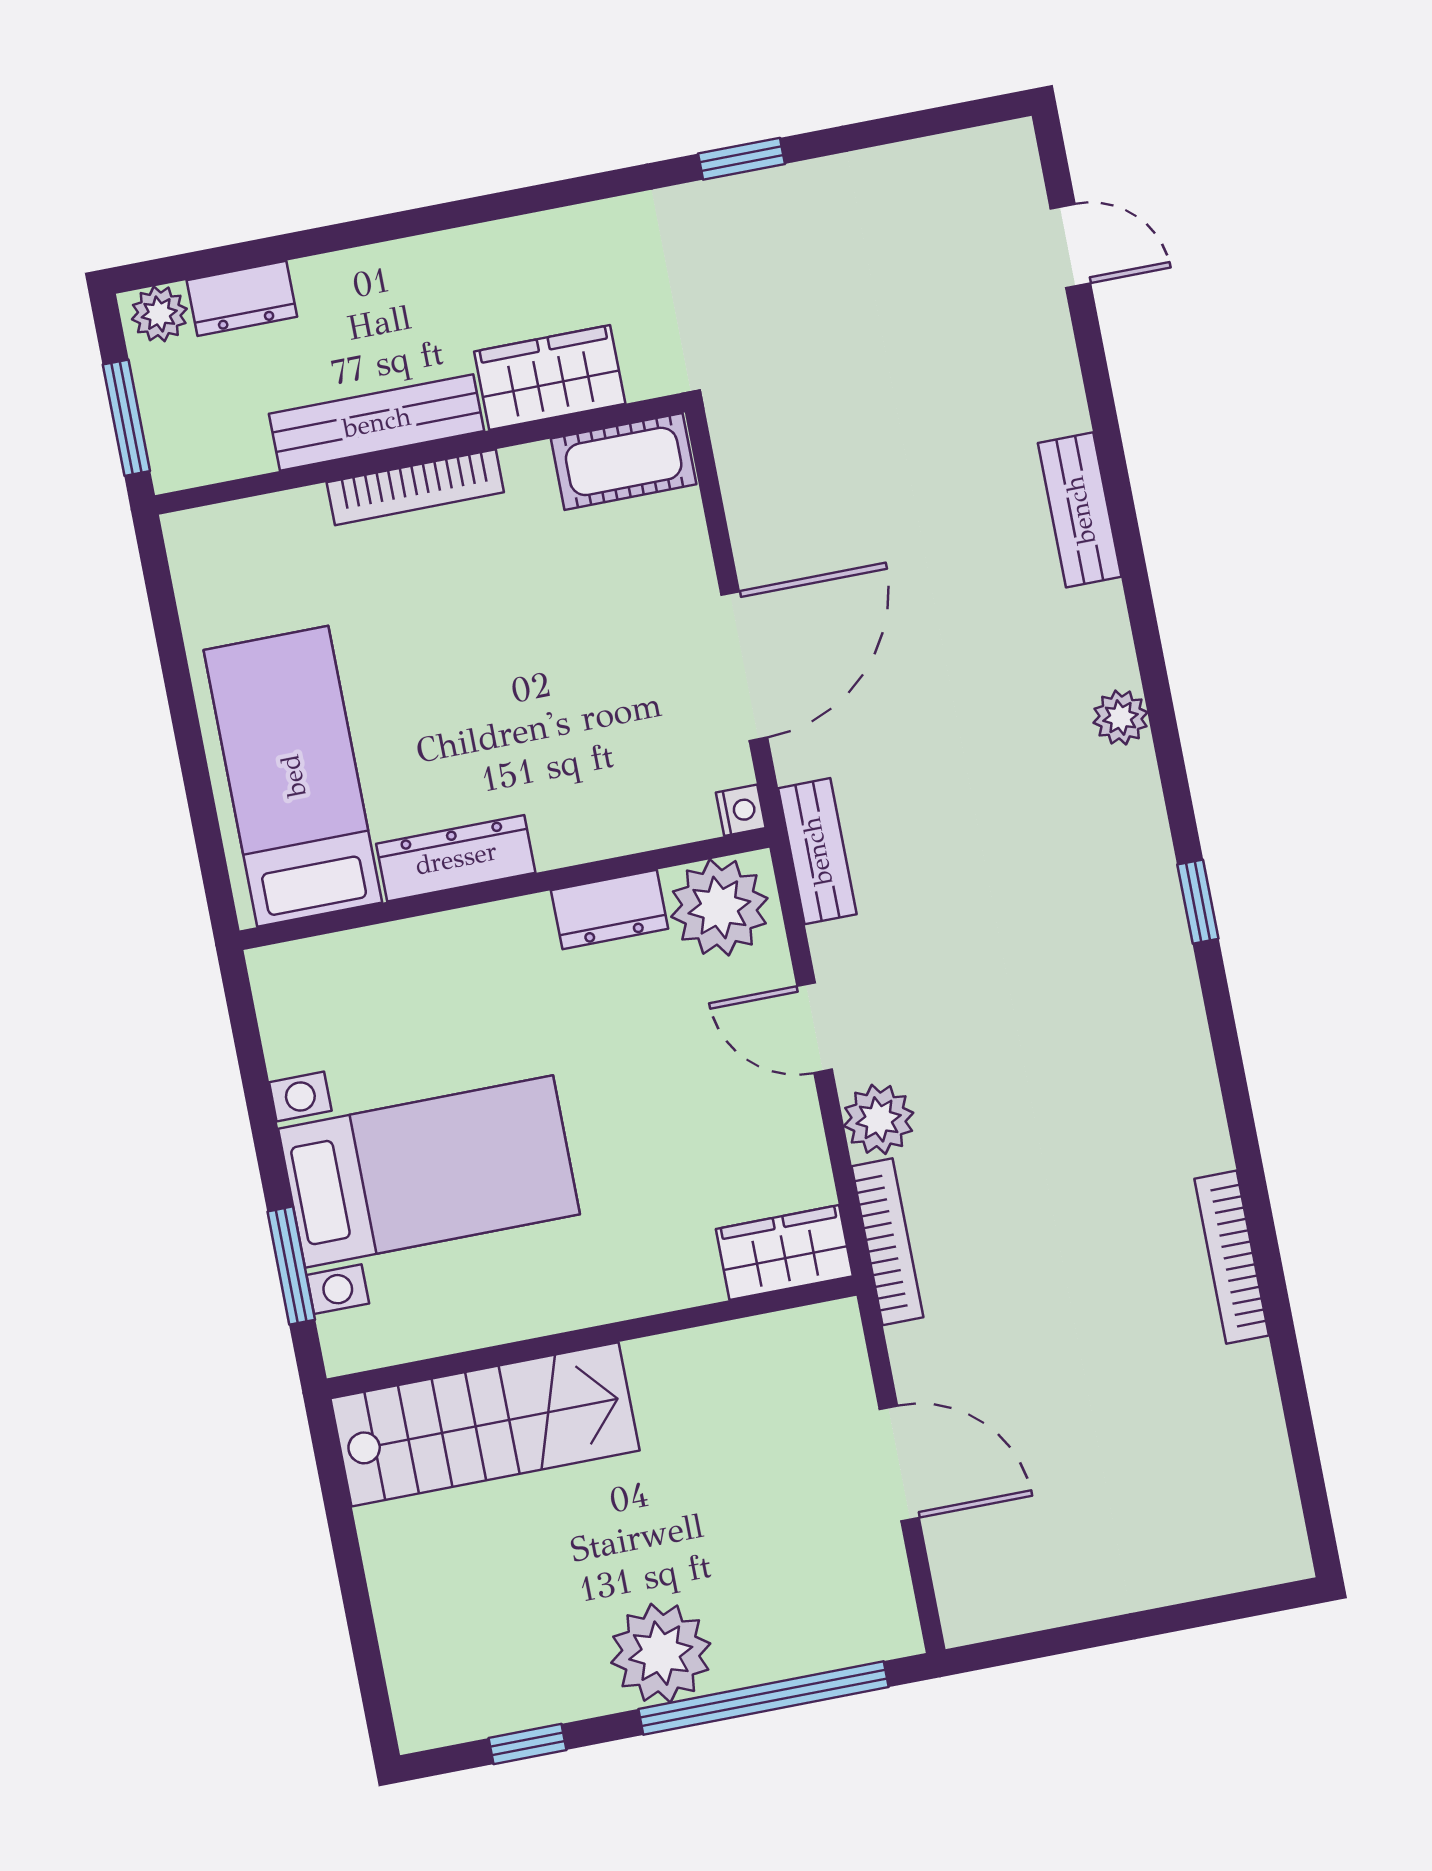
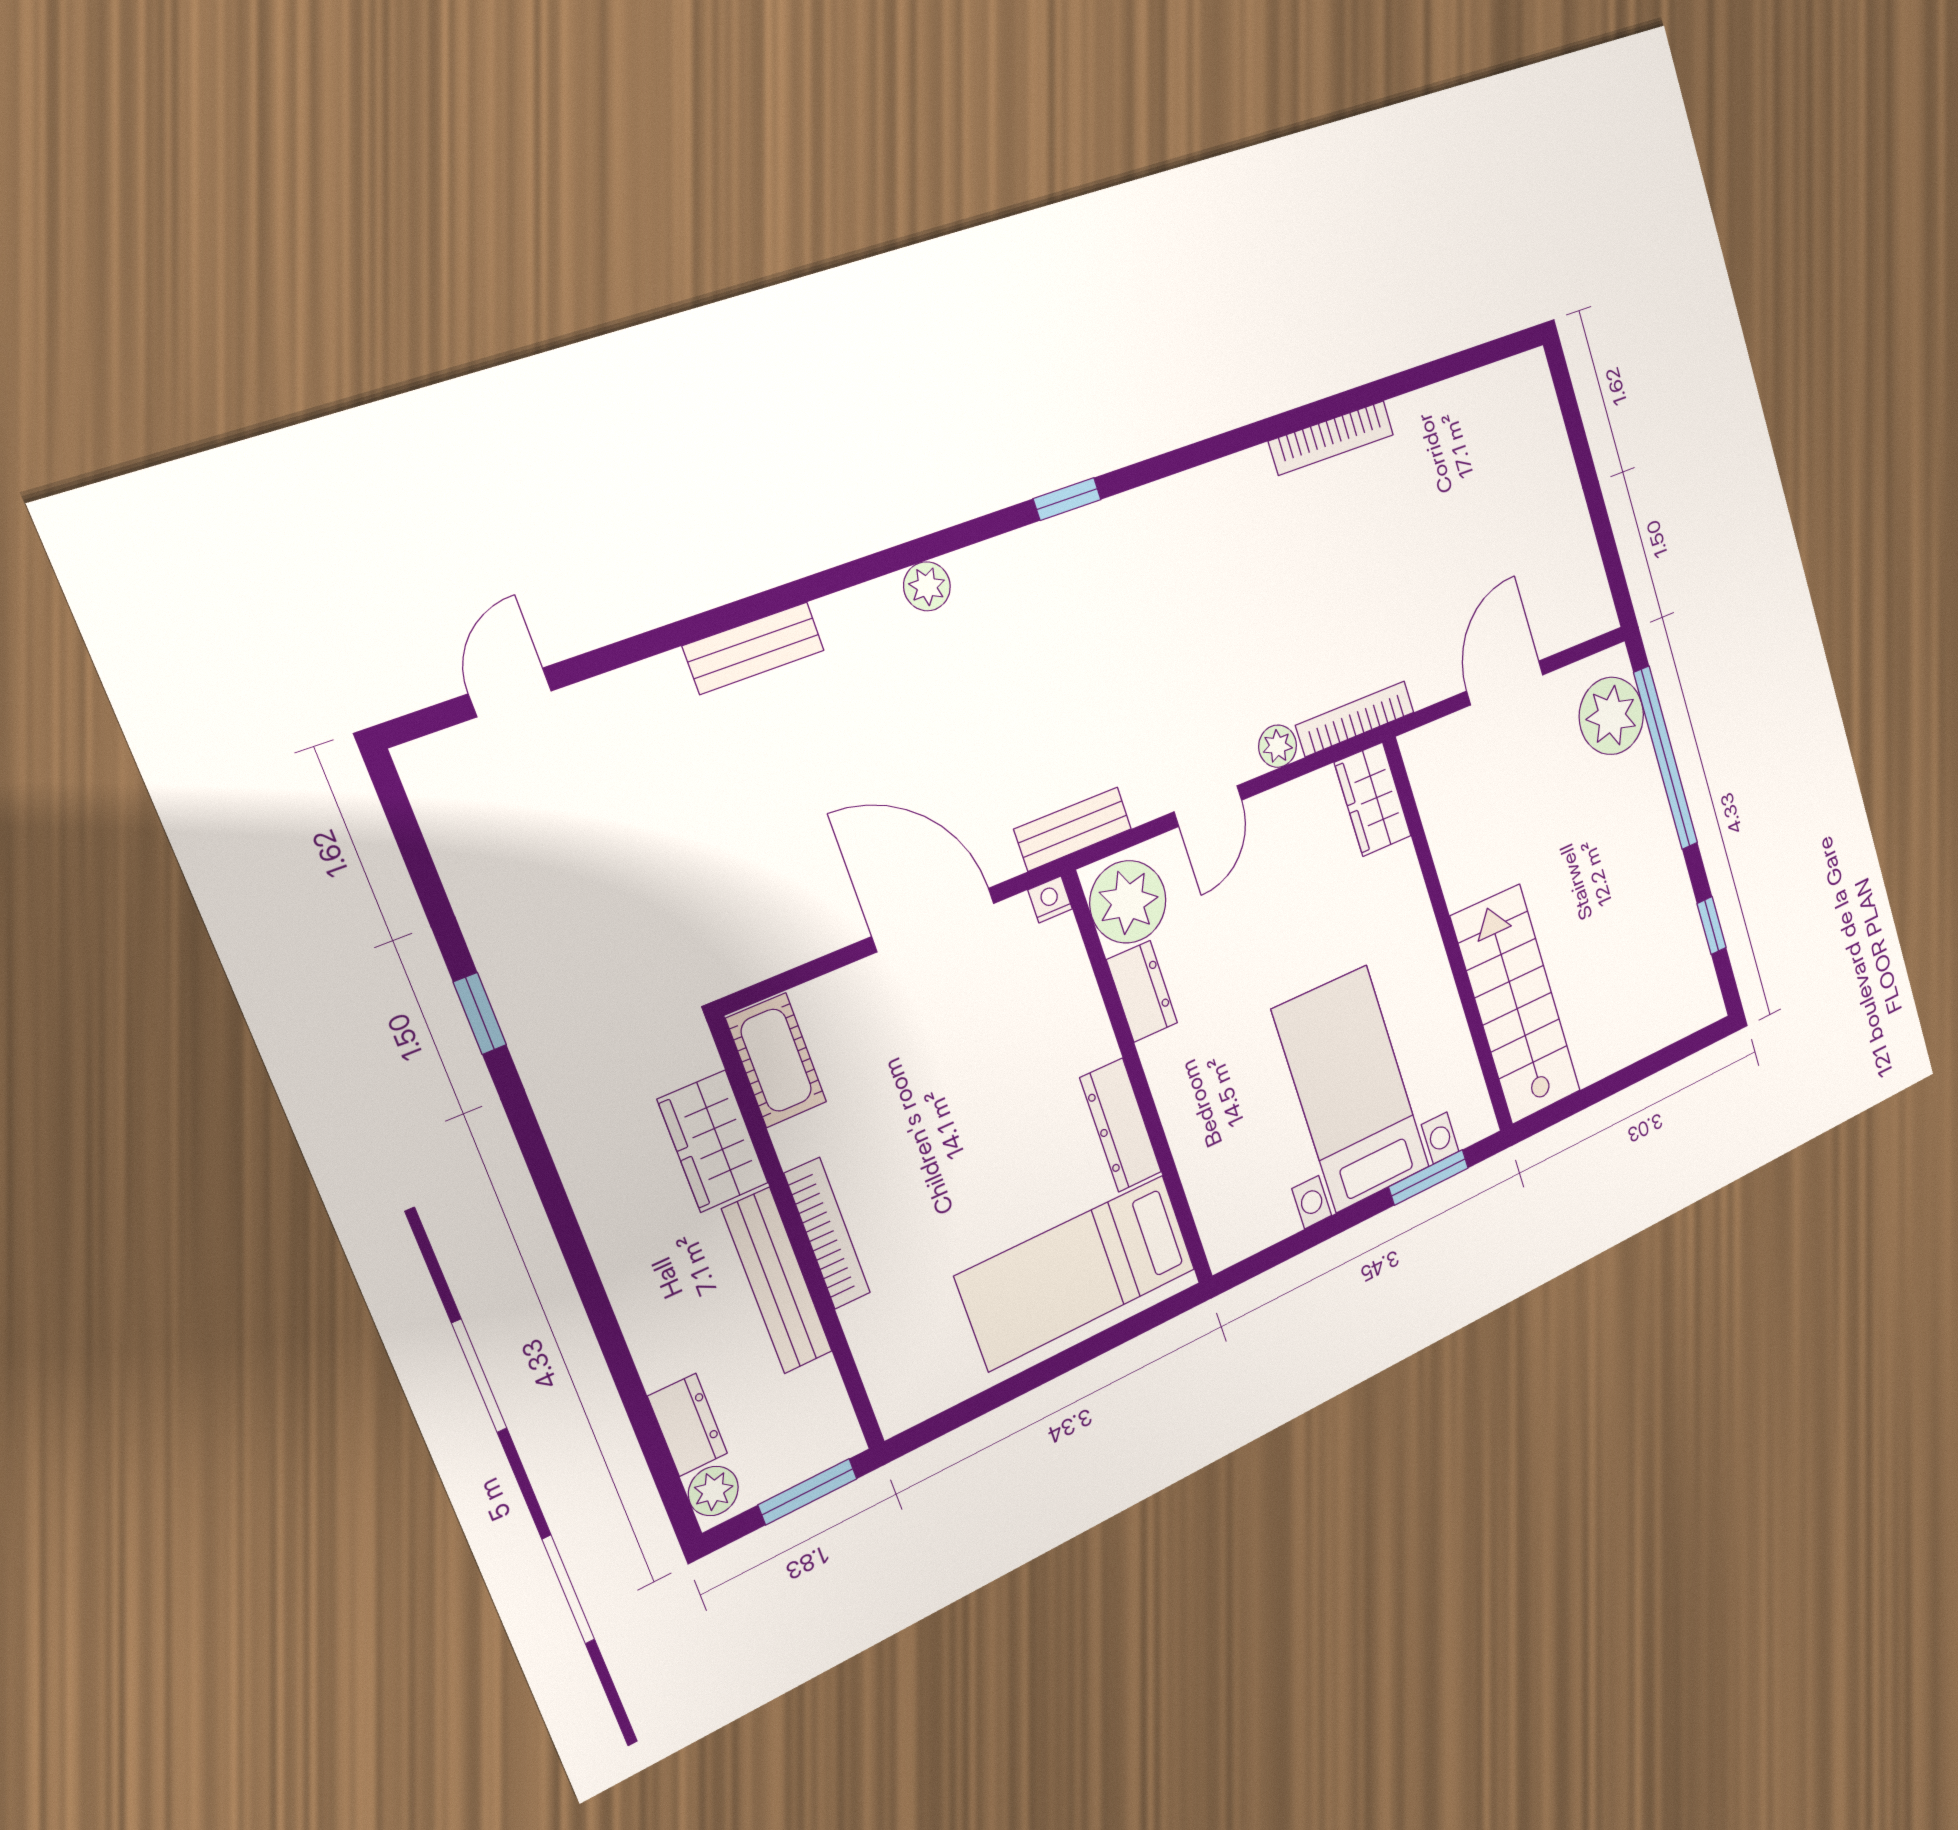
plant: (879, 1119) -> (1278, 746), width x0.73, depth x0.73
plant: (661, 1653) -> (1611, 716), moved

